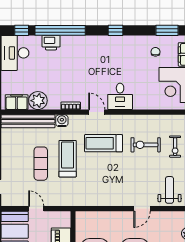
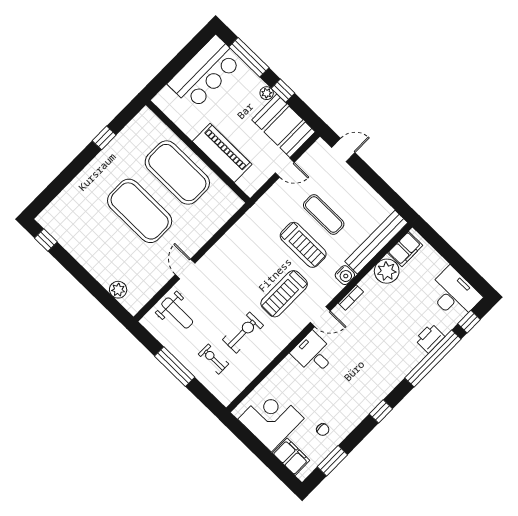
treadmill: (103, 143) -> (284, 294), turned 180

